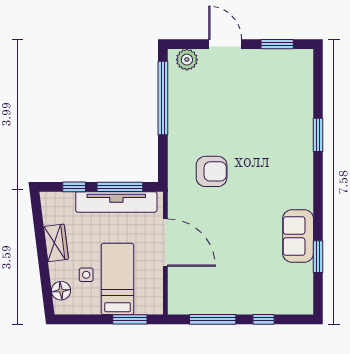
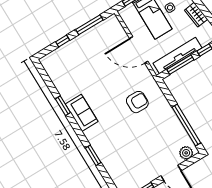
armchair: (212, 171) -> (137, 102), turned 180
sofa: (298, 236) -> (82, 113), moved
window: (318, 257) -> (63, 106), moved

